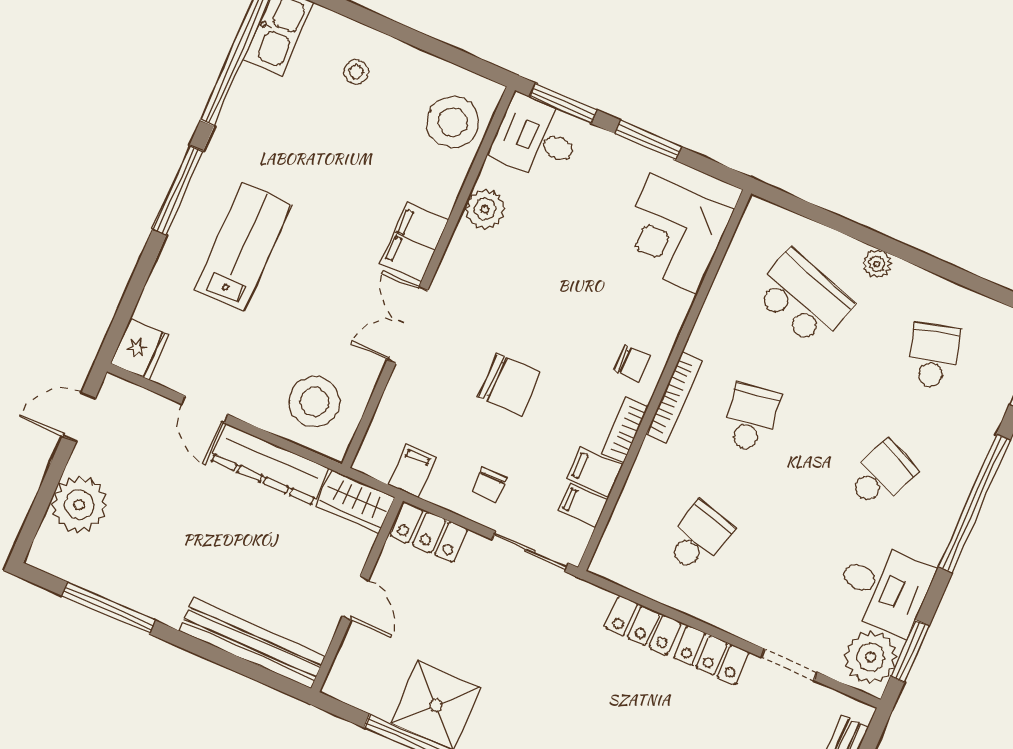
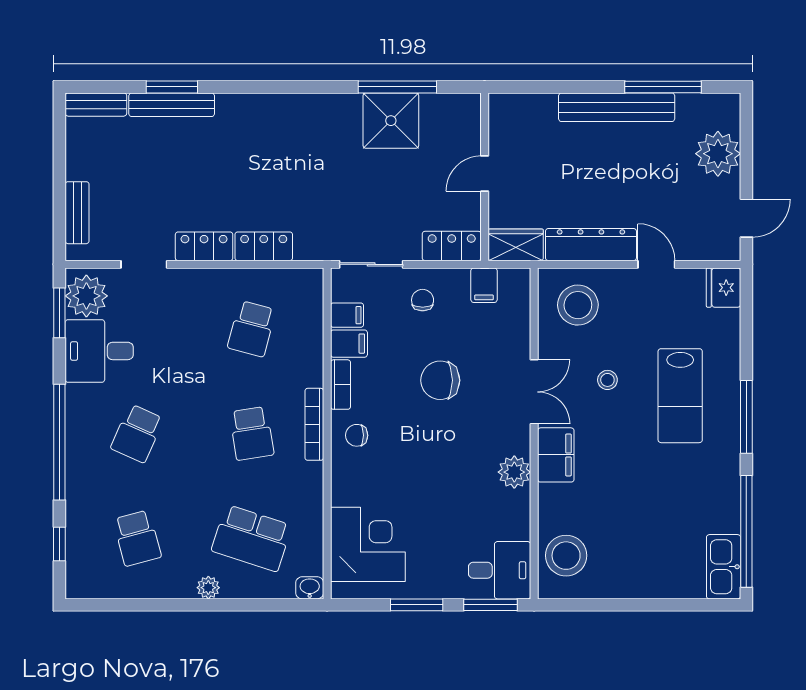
stool: (356, 72) -> (607, 380), moved
plant: (485, 209) -> (514, 472), moved
washbasin: (761, 213) -> (310, 588), added
door: (355, 598) -> (485, 174), hinge flipped
bench: (252, 643) -> (617, 107), moved

